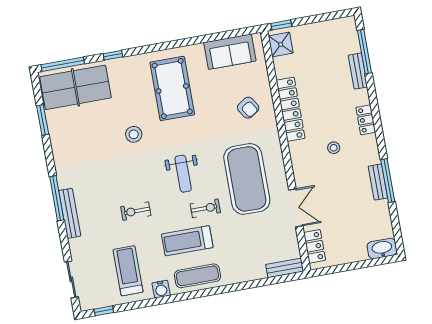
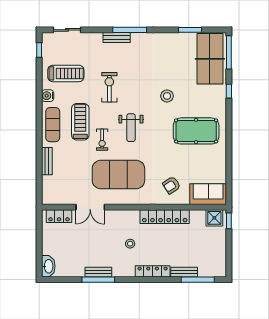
sofa: (230, 52) -> (208, 194), moved, turned 90
locker: (366, 120) -> (153, 271), width x1.53
weight bench: (183, 174) -> (131, 128), turned -90
exercise bike: (136, 211) -> (109, 87), width x1.38, depth x1.39
bench: (70, 213) -> (117, 38), width x0.73
bench: (285, 268) -> (47, 161), moved

